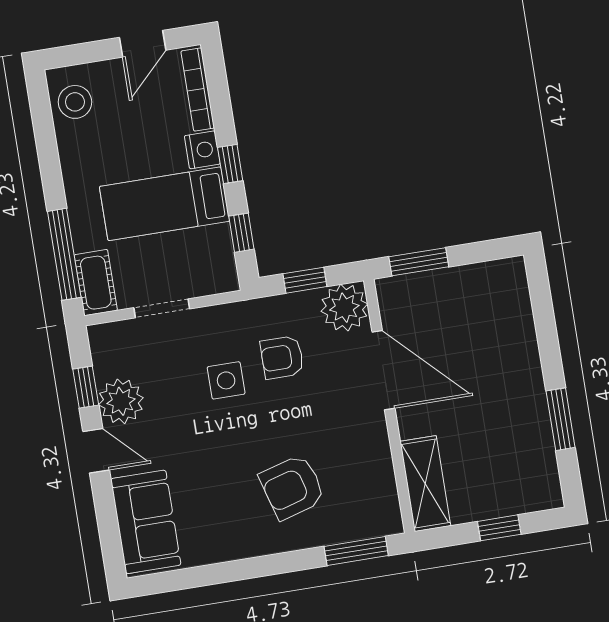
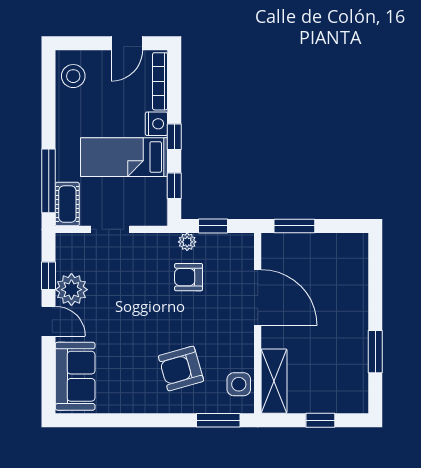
plant: (344, 308) -> (187, 242), moved, width x0.53, depth x0.53
side table: (226, 380) -> (239, 384), moved

